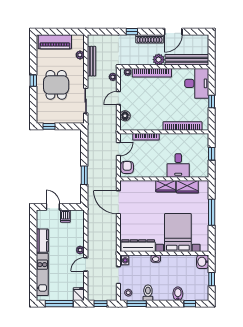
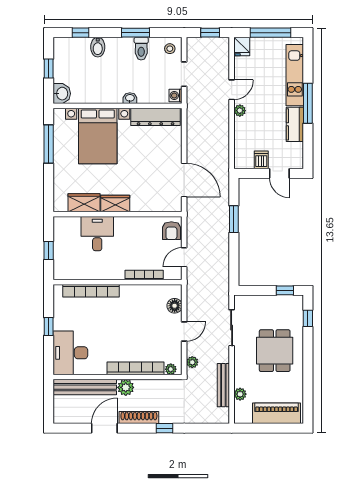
window: (33, 81) -> (308, 318), moved
window: (212, 212) -> (49, 144), moved
window: (33, 255) -> (308, 103), added
window: (137, 304) -> (135, 33), moved

